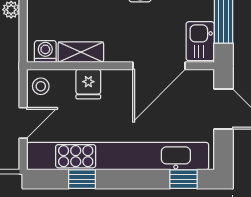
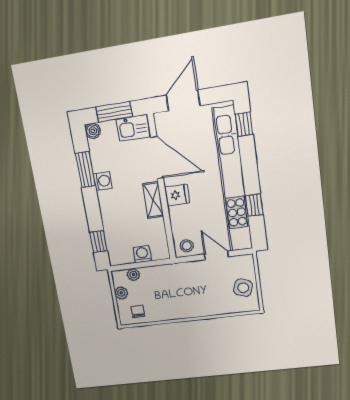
washing machine: (45, 52) -> (142, 254), moved, turned 90
shelving: (81, 52) -> (153, 200), moved
fridge: (88, 84) -> (177, 195), moved

